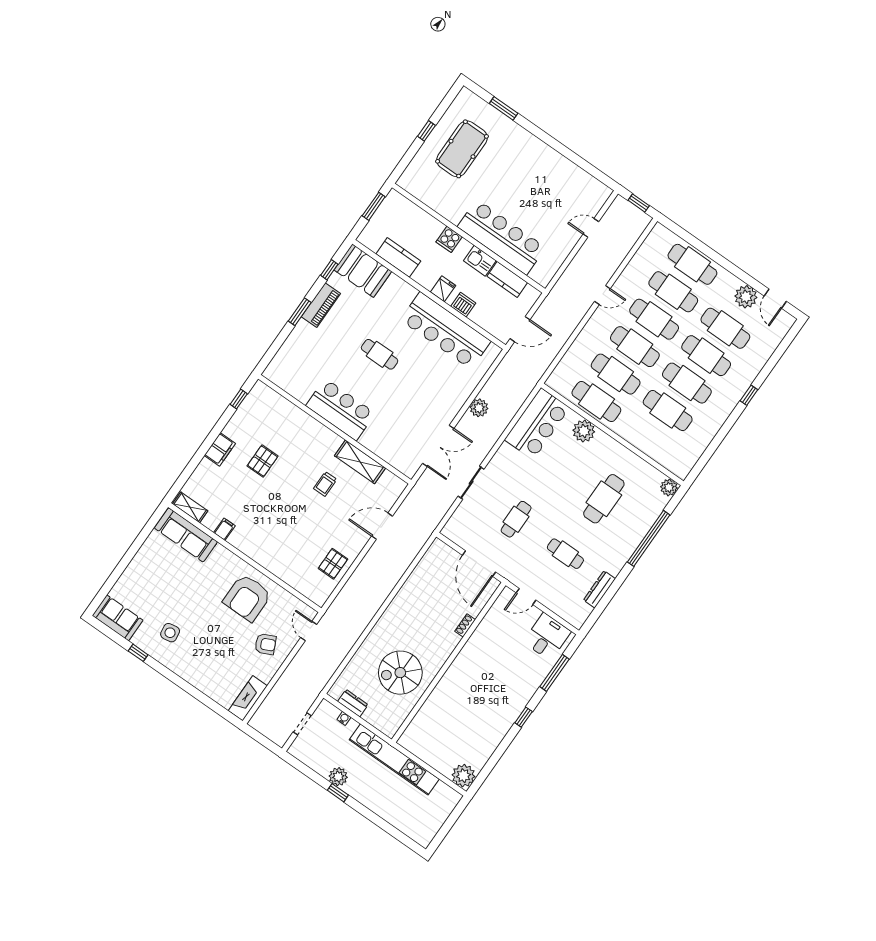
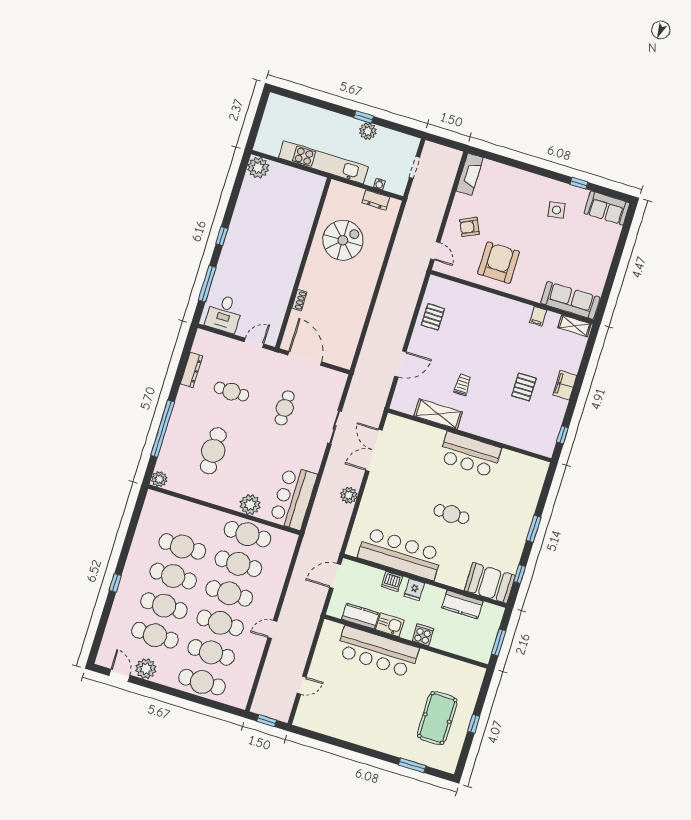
piano: (321, 305) -> (517, 541), removed

